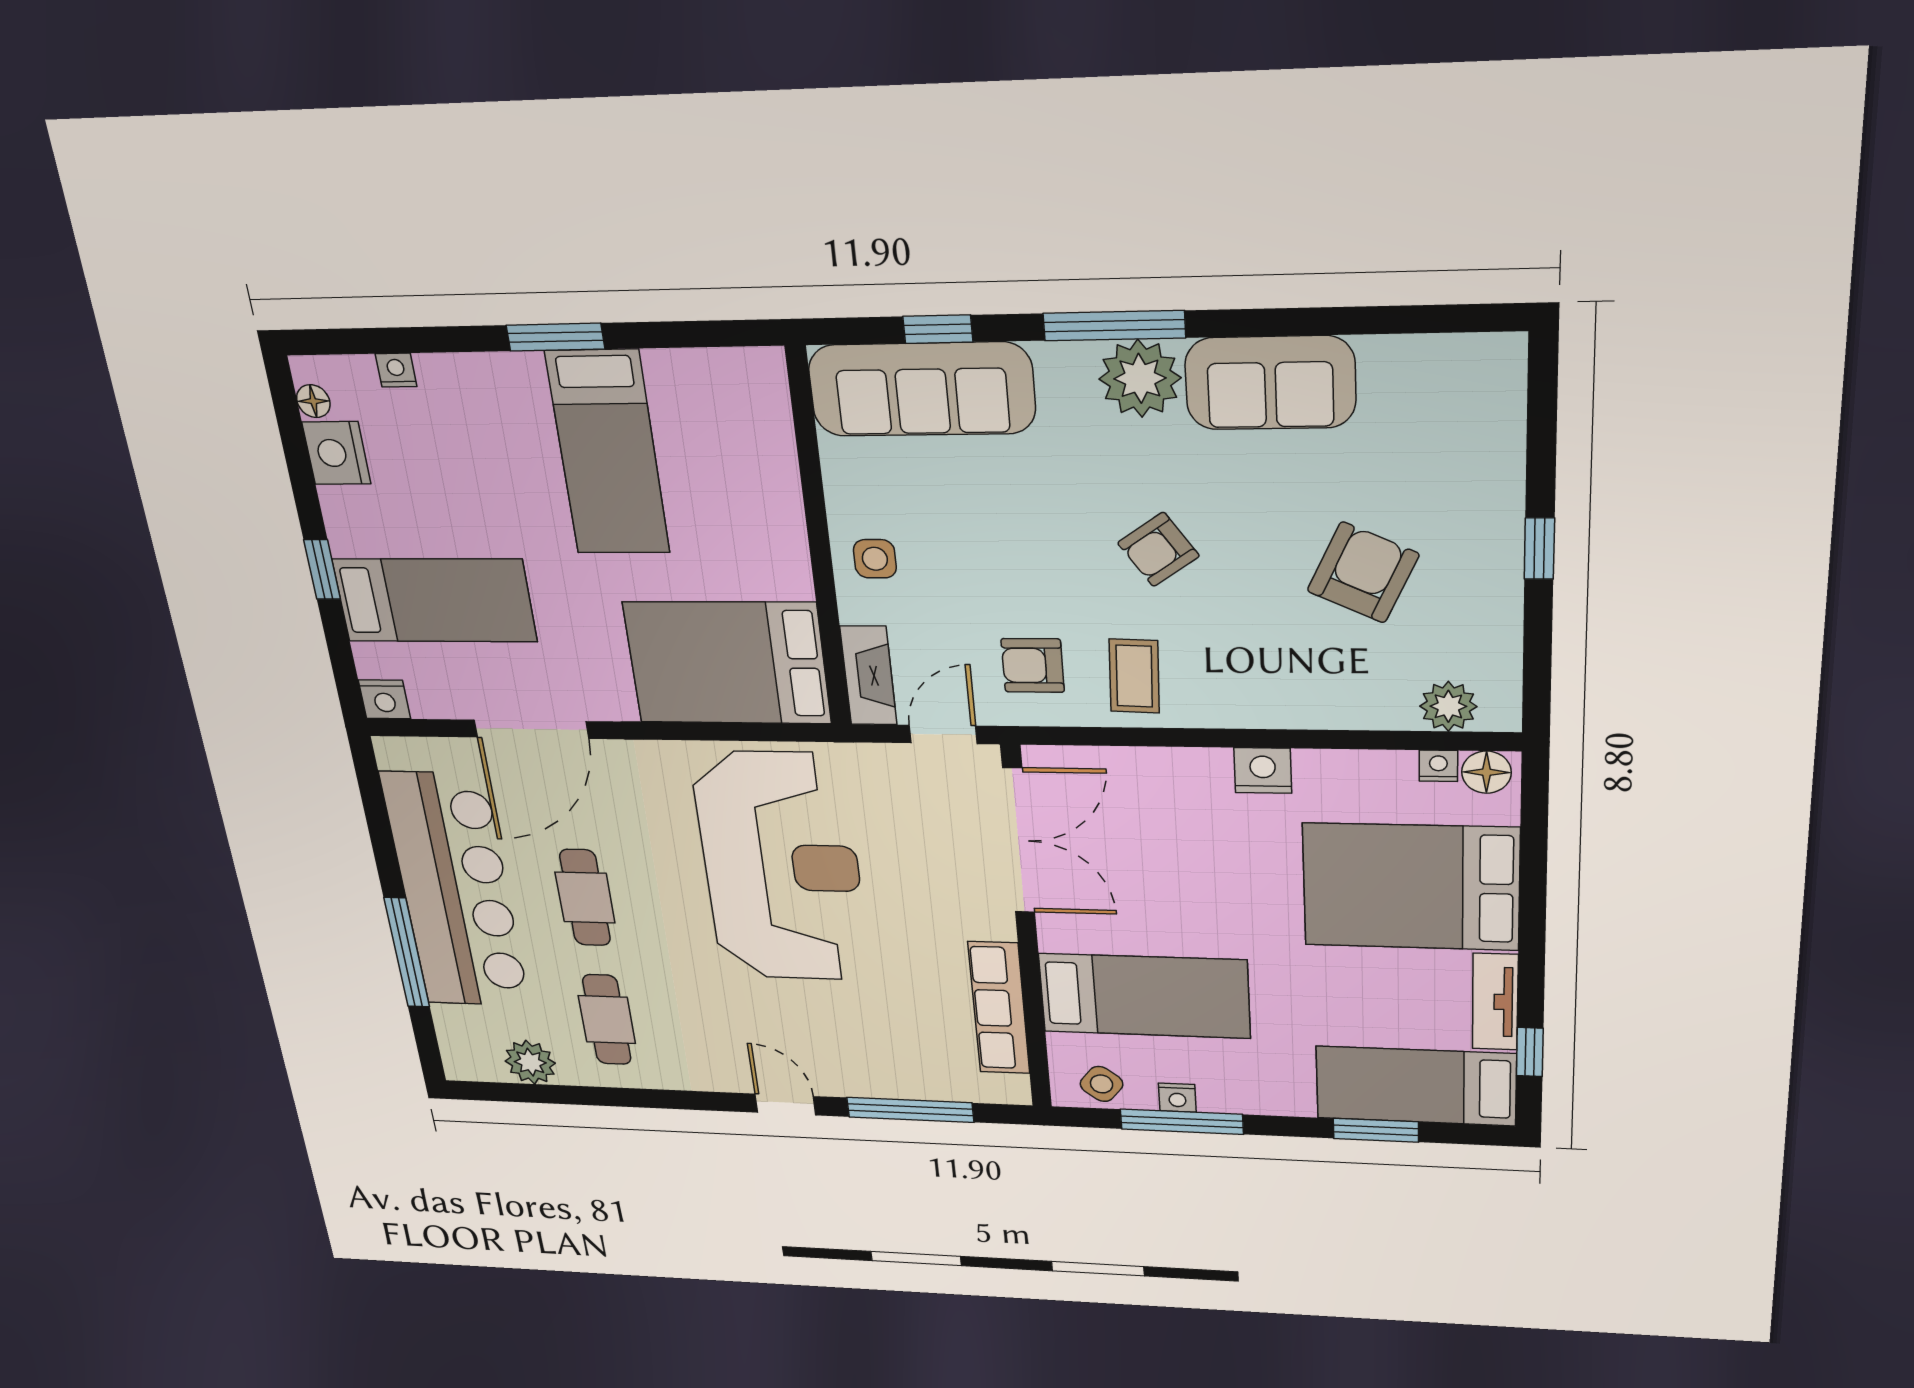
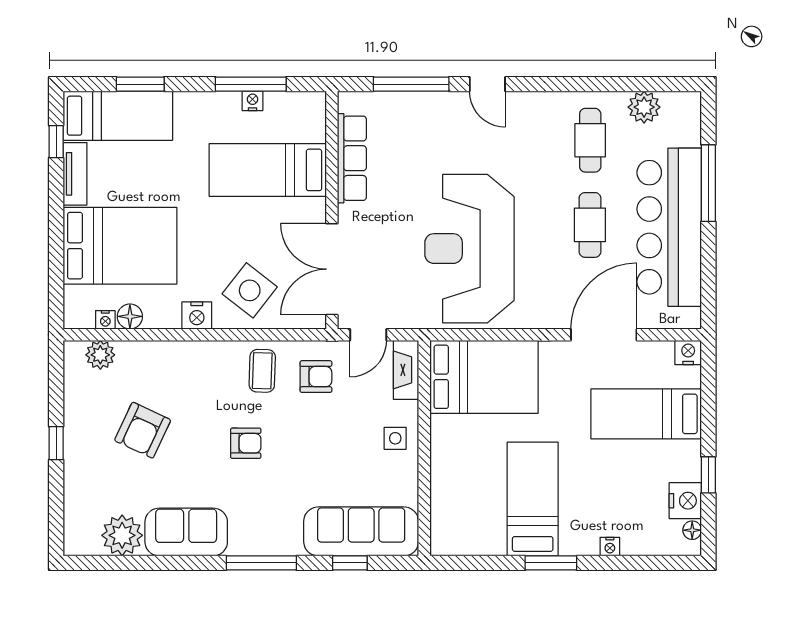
nightstand: (396, 370) -> (610, 547), moved
plant: (1140, 378) -> (122, 535), moved
armchair: (1158, 549) -> (246, 443), turned 35
window: (322, 569) -> (708, 475), moved
floor lamp: (1486, 772) -> (130, 316), moved
side table: (1102, 1084) -> (250, 290), moved, width x1.87, depth x1.87

